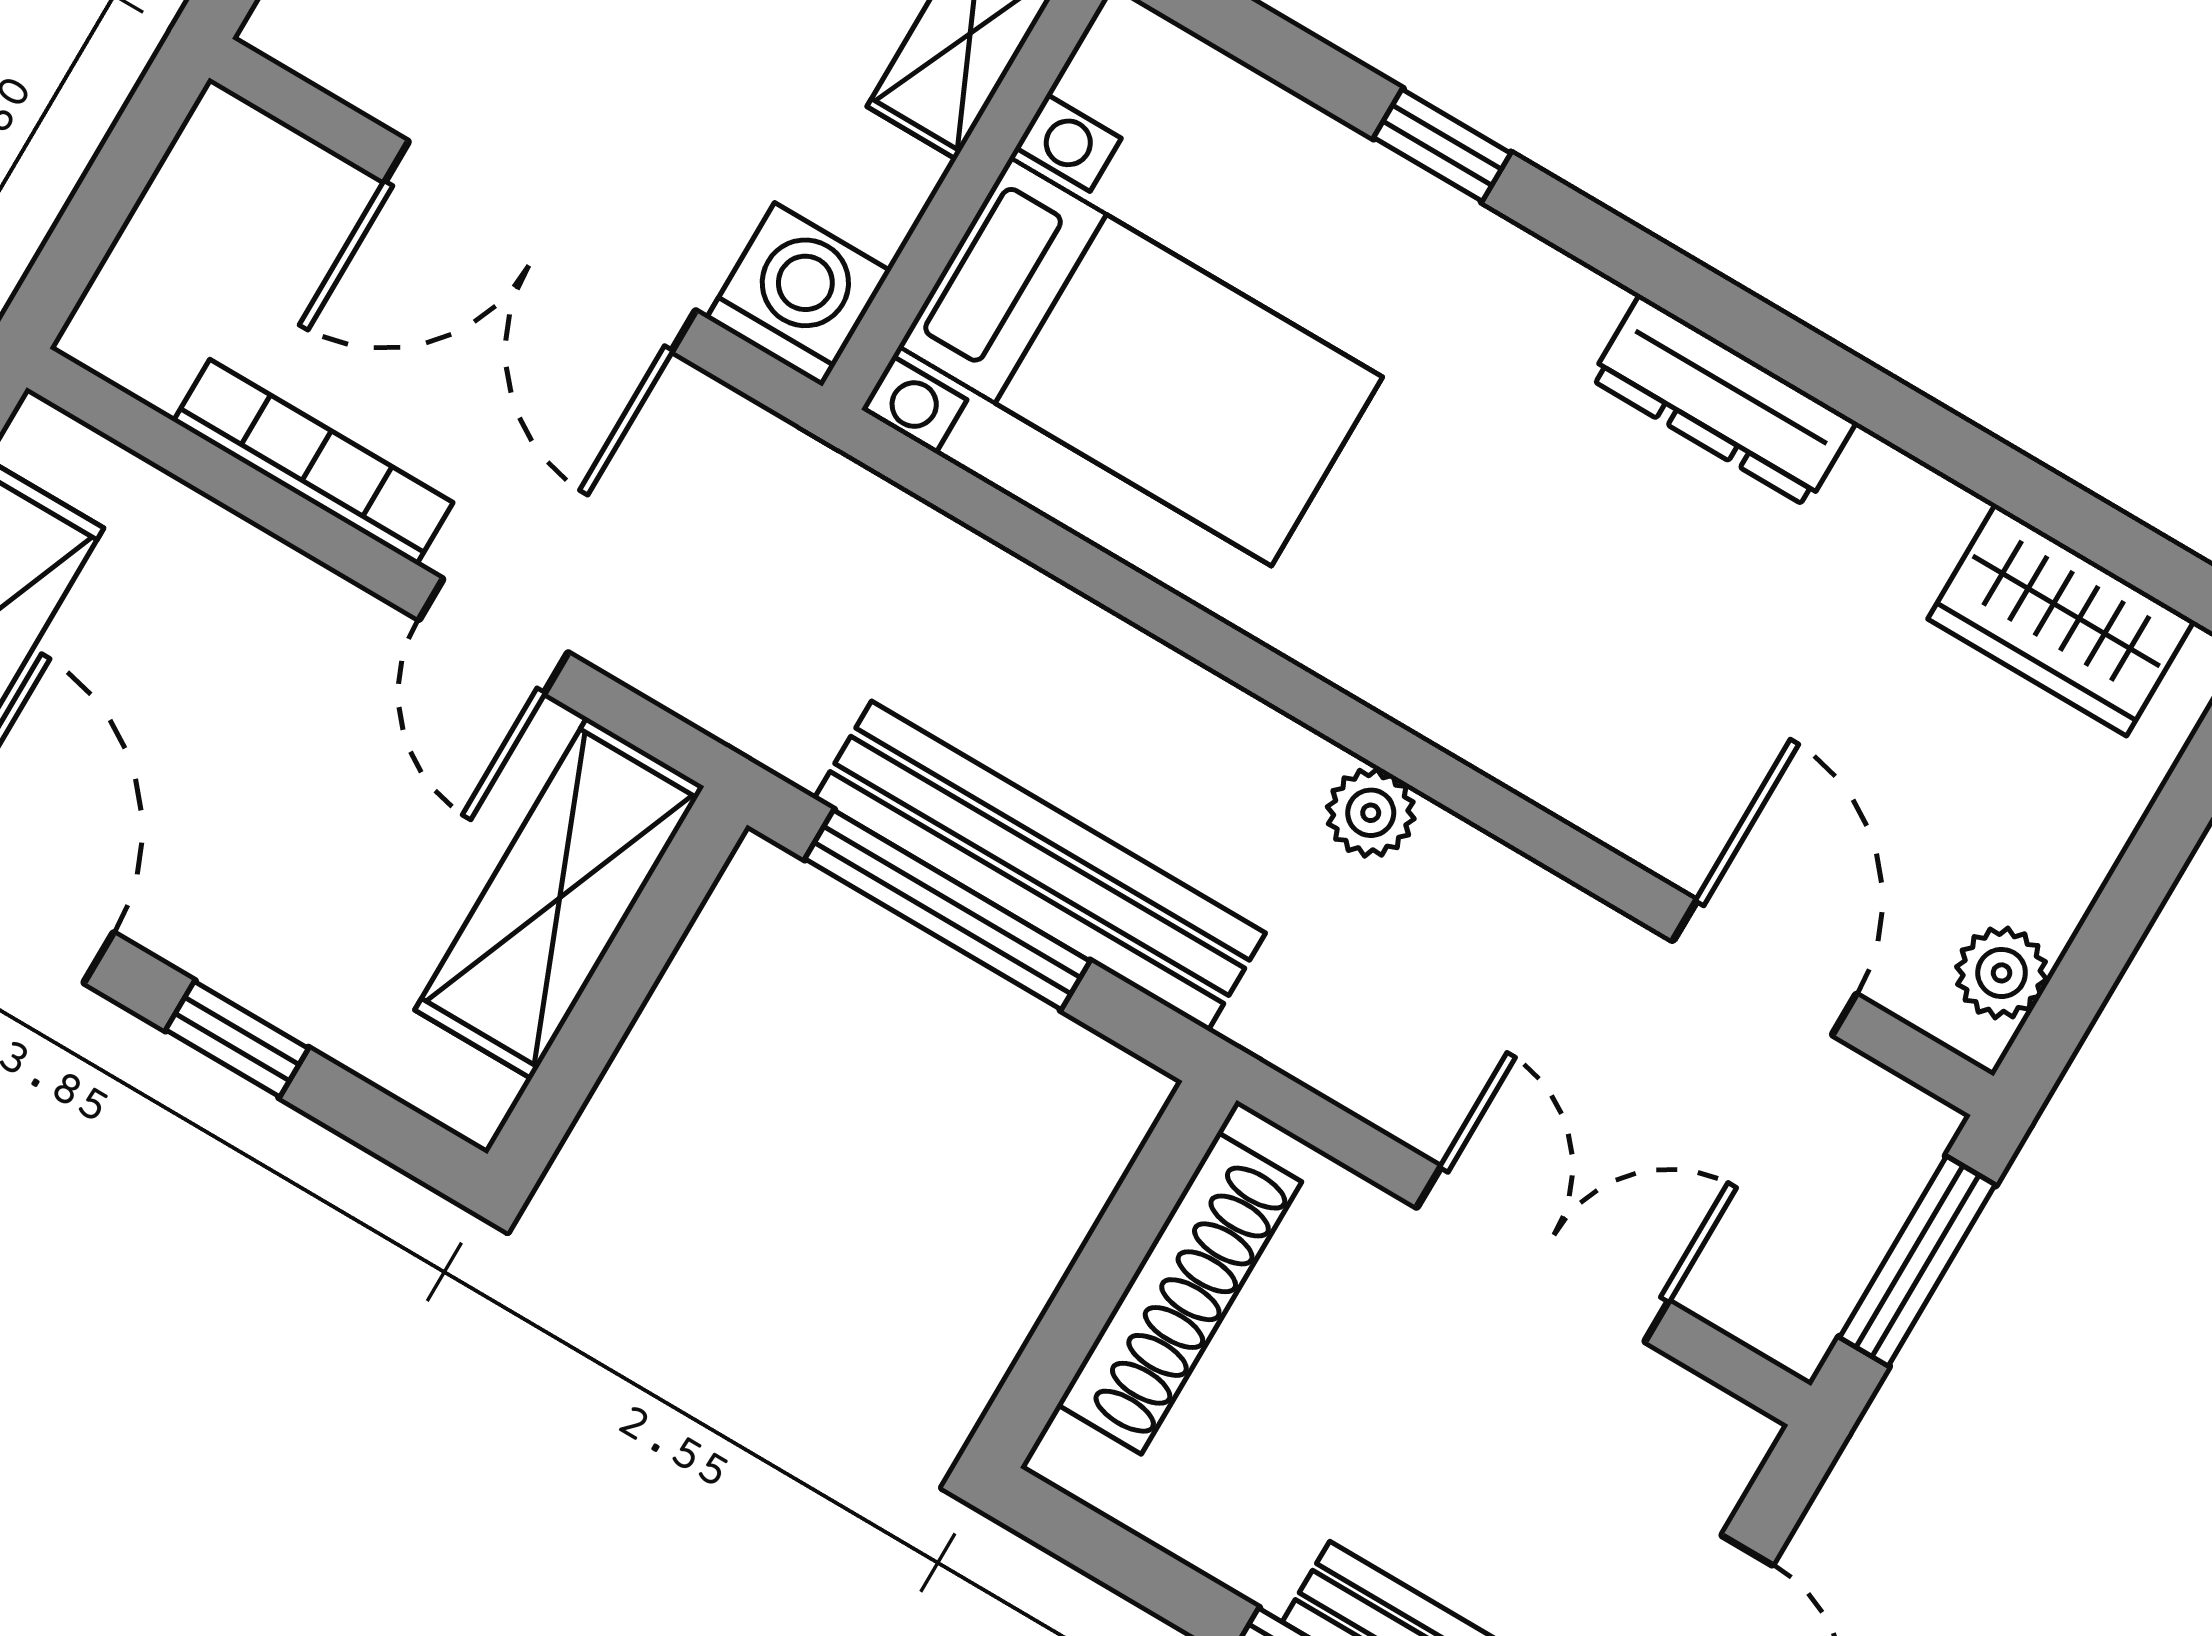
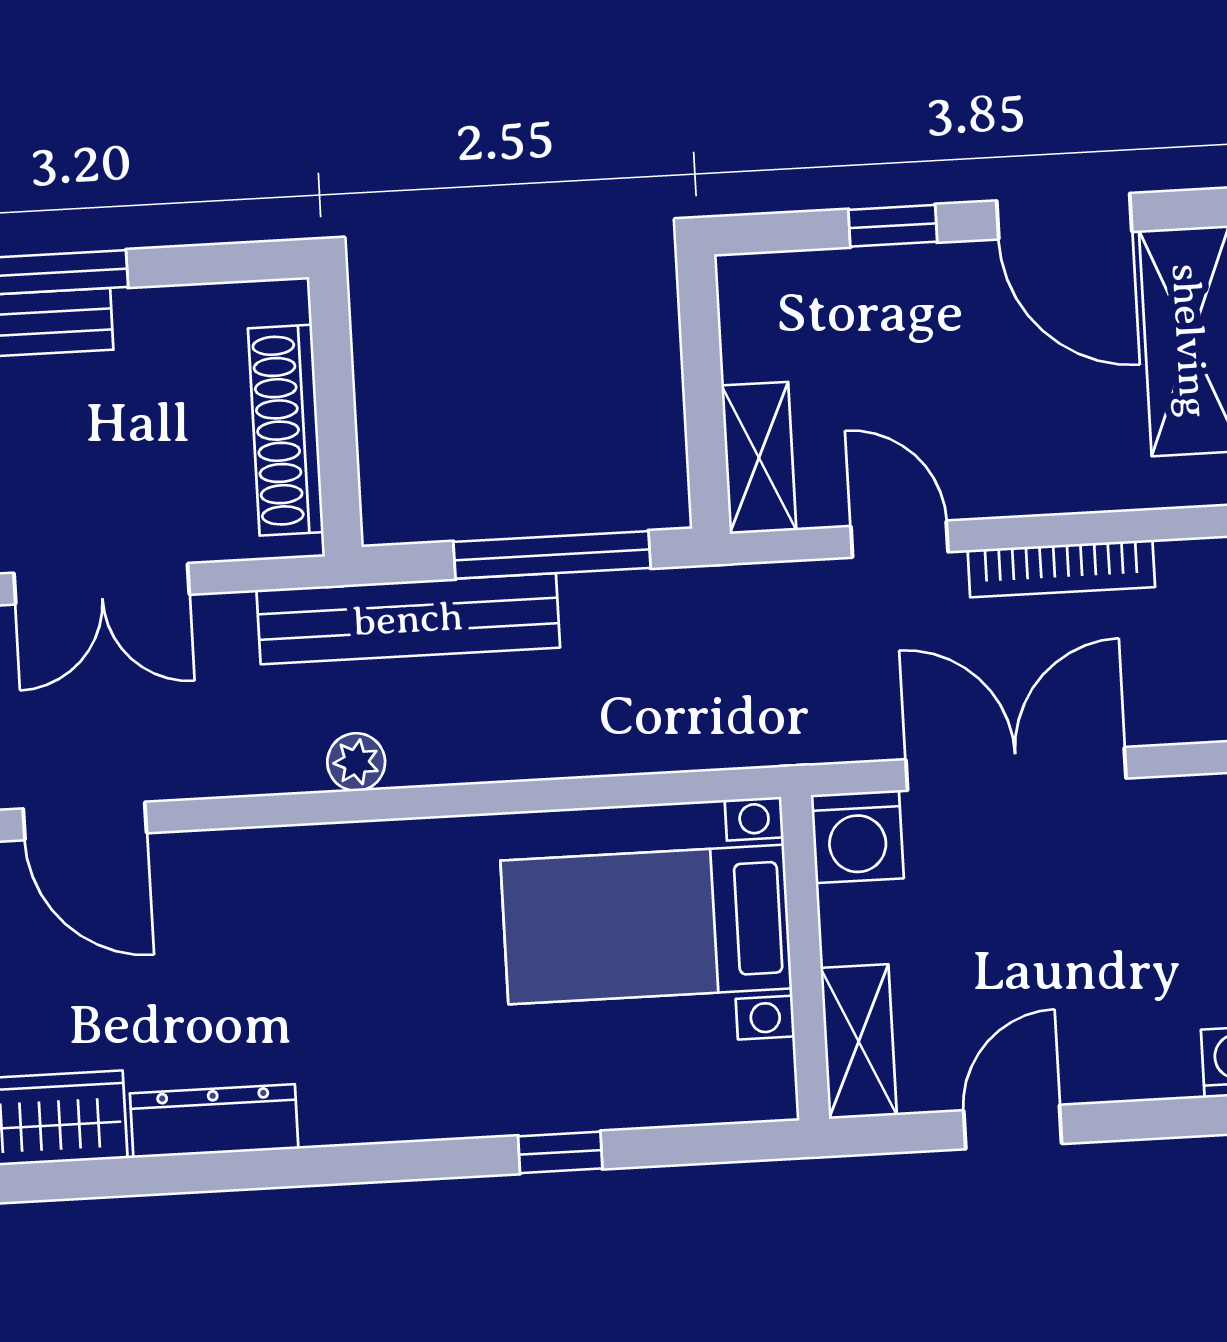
dresser: (1723, 401) -> (214, 1121), moved
bench: (1040, 866) -> (408, 619), moved
shelving: (559, 898) -> (759, 458), width x0.67, depth x0.75

